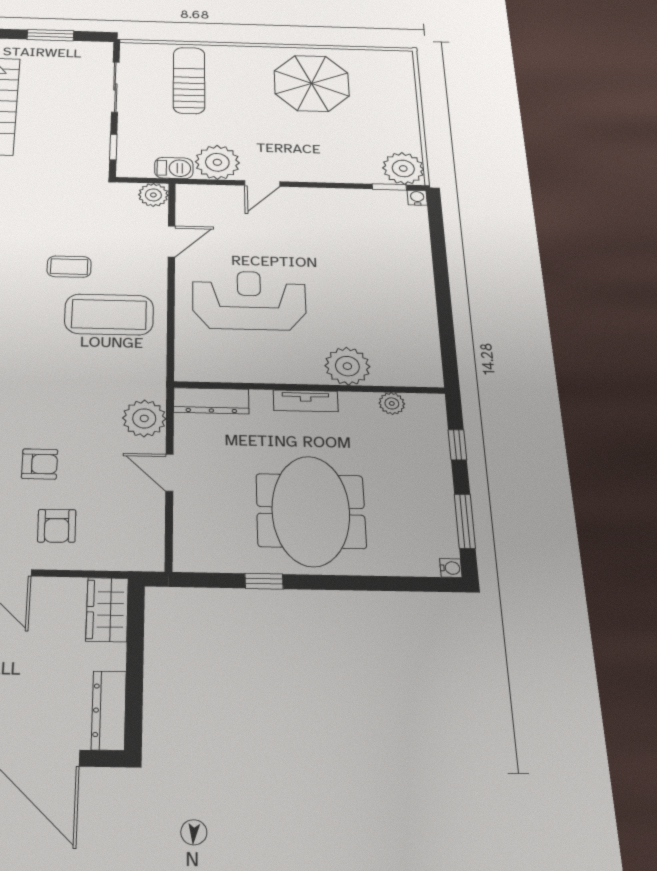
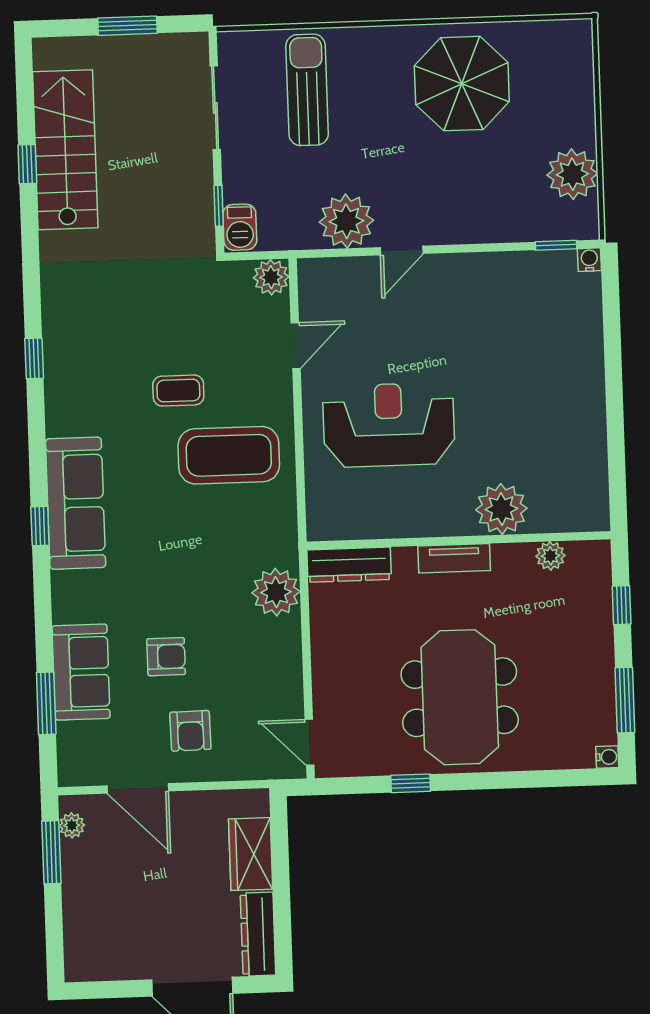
barbecue: (174, 168) -> (240, 227), moved, turned 90
plant: (403, 168) -> (572, 174), moved
door: (169, 473) -> (309, 742), moved
wardrobe: (107, 609) -> (251, 854), moved

